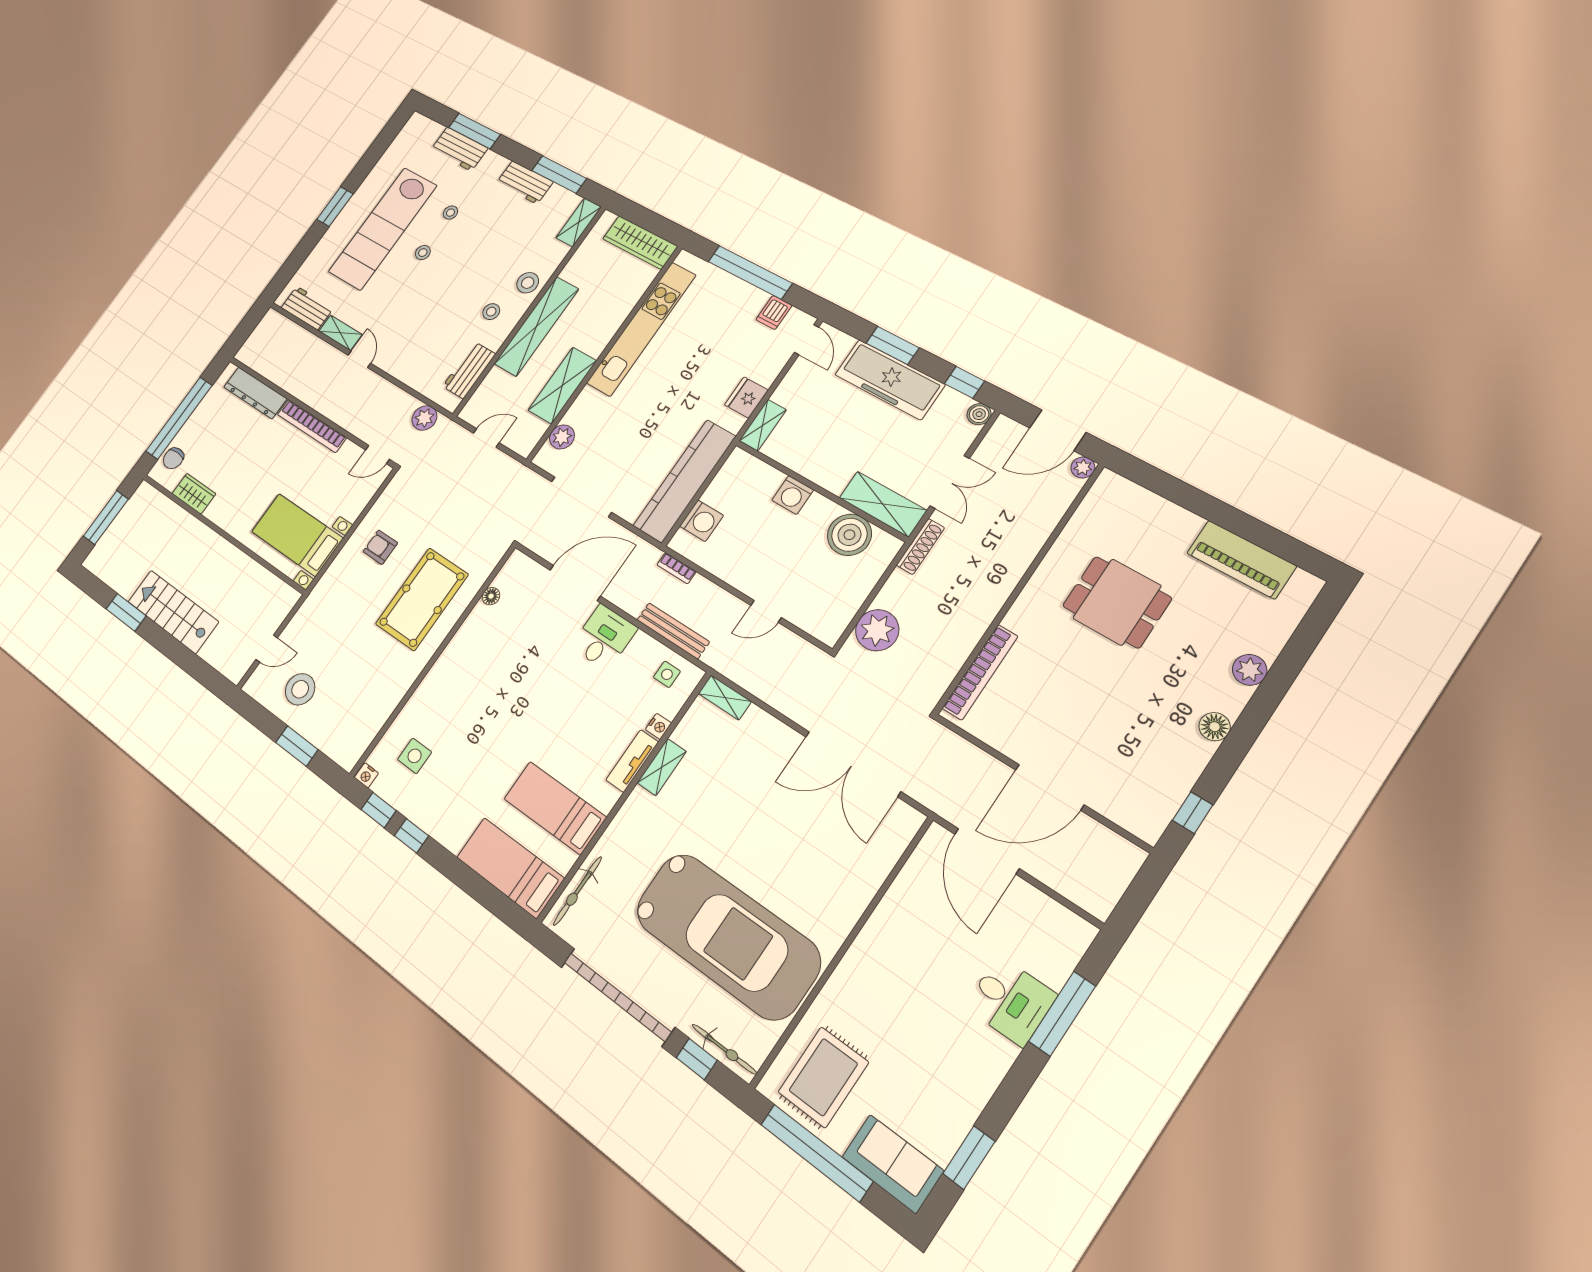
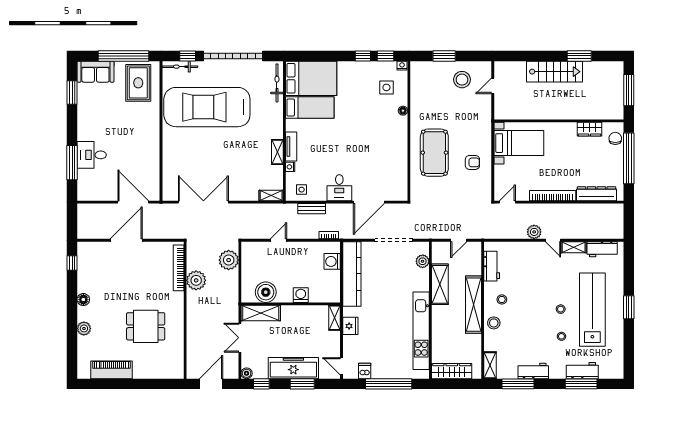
plant: (424, 418) -> (534, 232), moved
plant: (1083, 467) -> (196, 280), moved, width x1.87, depth x1.87
shoe rack: (921, 547) -> (234, 304), removed
floor lamp: (491, 596) -> (403, 111), moved
bench: (673, 631) -> (312, 209), width x0.73
bed: (510, 868) -> (311, 78), width x1.50

